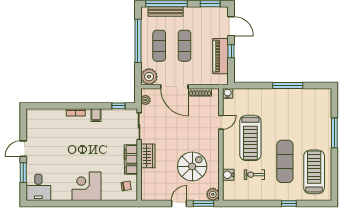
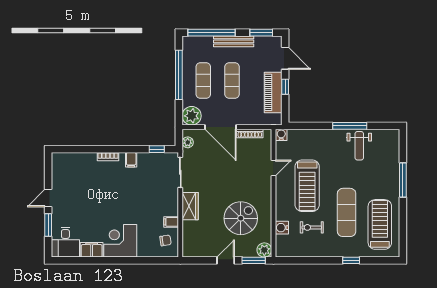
bench: (166, 11) -> (234, 41), moved
weight bench: (296, 103) -> (359, 146), added
filing cabinet: (131, 154) -> (92, 250), moved, turned 90

